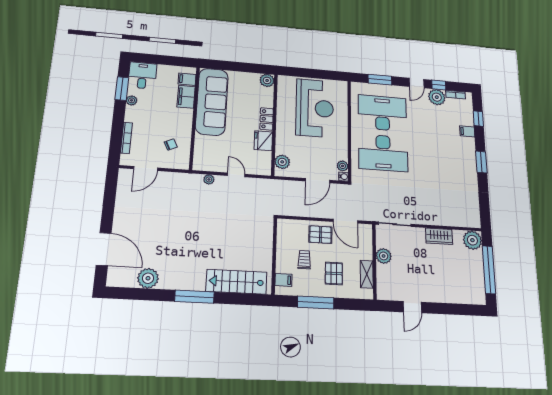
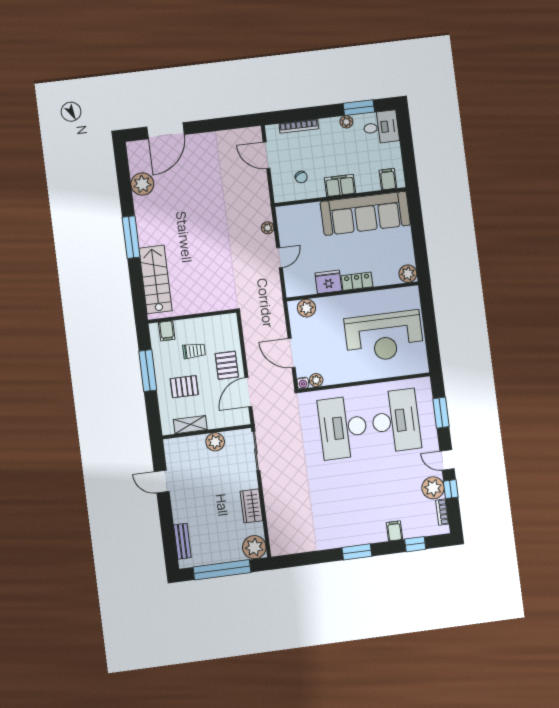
filing cabinet: (186, 97) -> (340, 186), moved
bench: (464, 298) -> (182, 541), added

